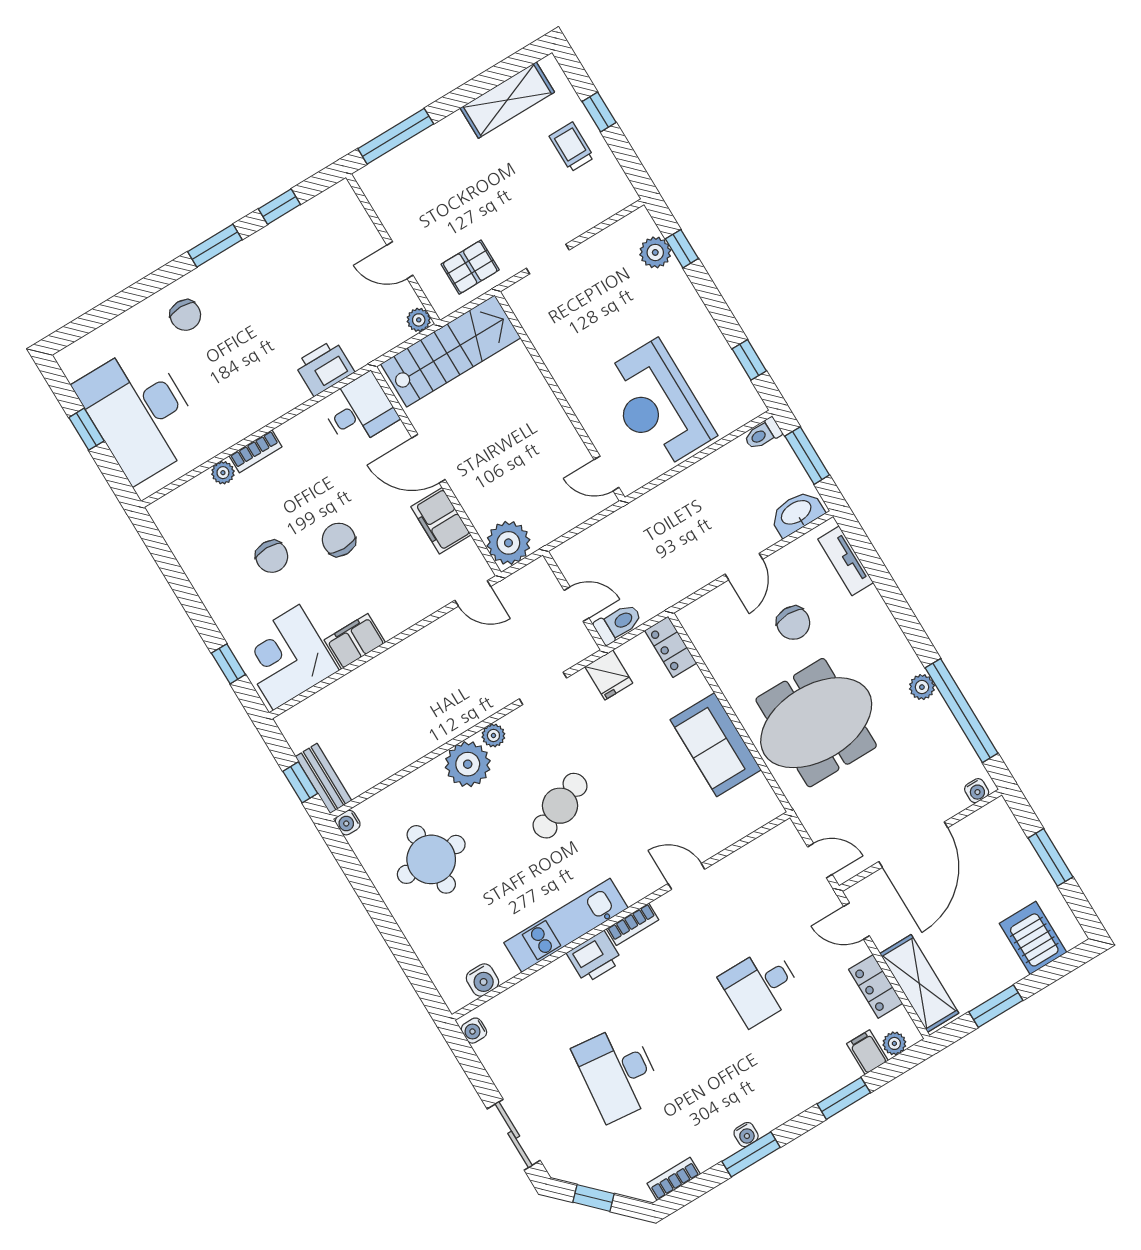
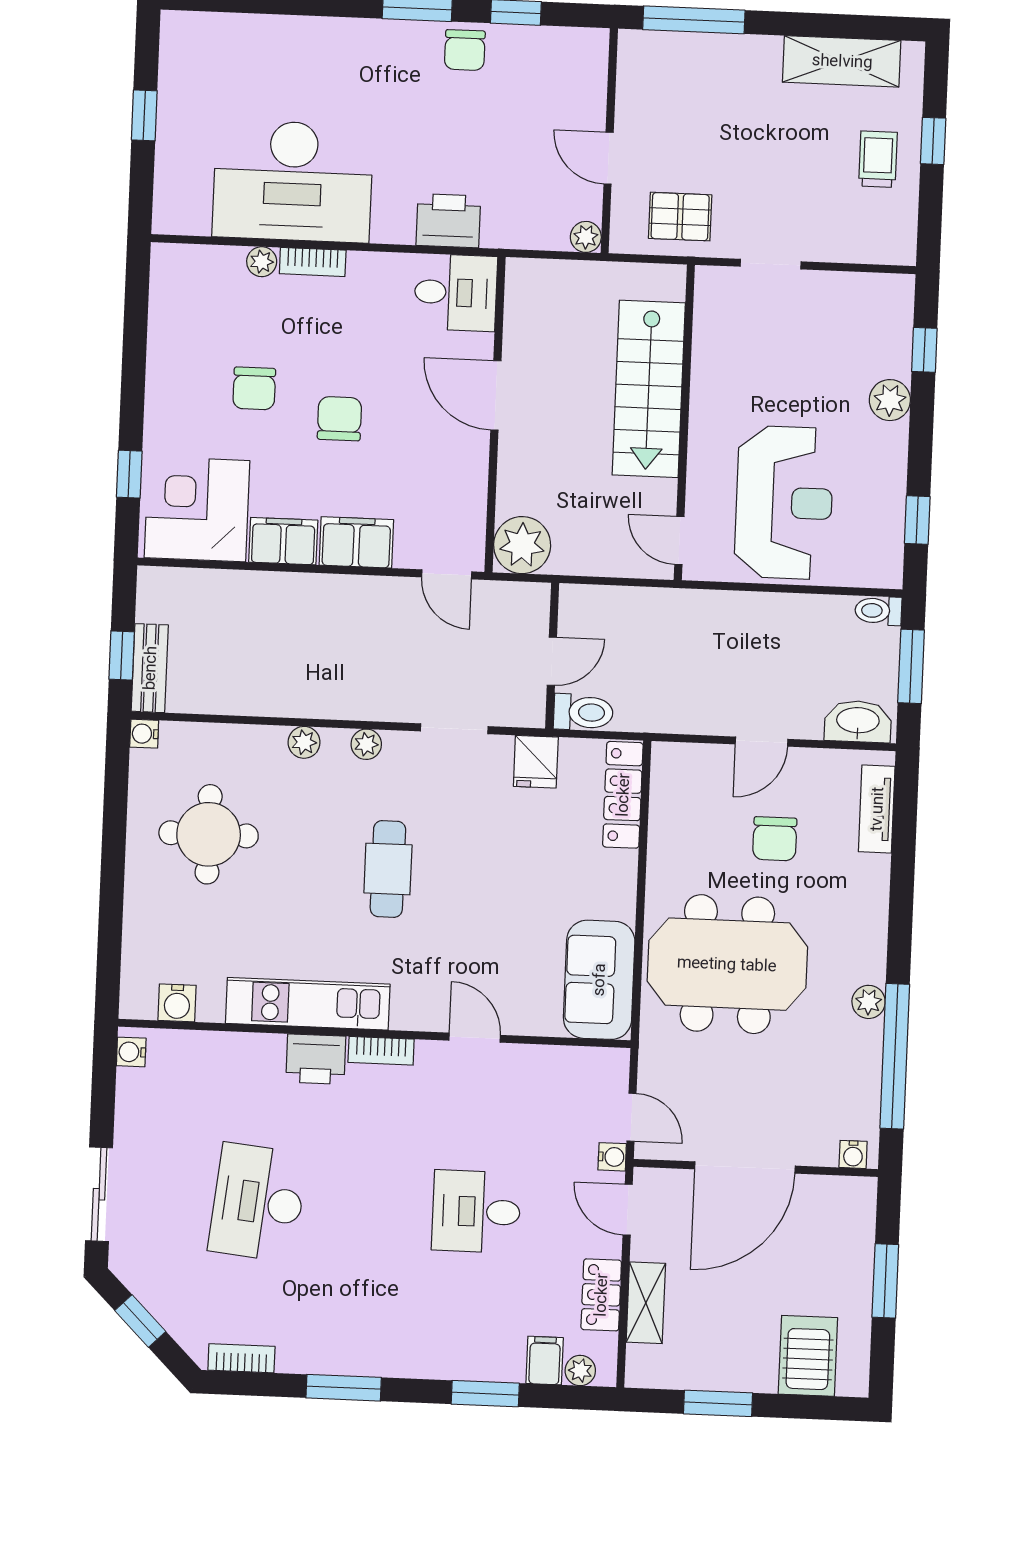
plant: (655, 252) -> (890, 400), moved
chair: (185, 315) -> (465, 50), moved
stairs: (451, 351) -> (649, 389), moved, turned 90
reception desk: (657, 405) -> (784, 502), turned 180
desk: (140, 413) -> (293, 181), moved, turned -90
filing cabinet: (441, 521) -> (356, 542), moved, turned 90
door: (576, 604) -> (552, 661), hinge flipped
locker: (671, 647) -> (623, 795), width x1.53
sofa: (716, 745) -> (599, 980), moved
plant: (468, 764) -> (304, 742), width x0.53, depth x0.53
cafe table: (560, 806) -> (388, 869), turned -67
shelving: (919, 983) -> (646, 1303), width x0.67, depth x0.75
water cooler: (746, 1135) -> (612, 1157), moved, turned -90

